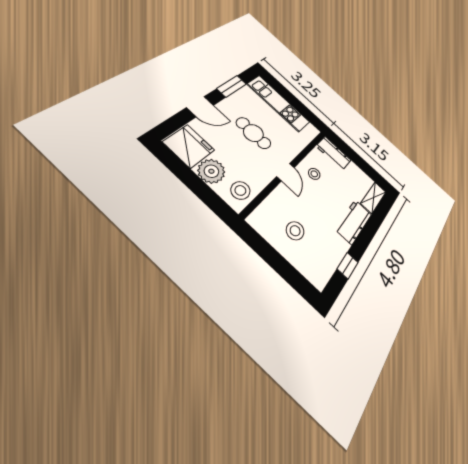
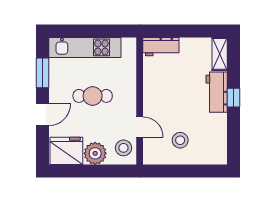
door: (286, 172) -> (140, 127), moved
stool: (314, 174) -> (160, 83), removed
window: (348, 266) -> (234, 98), moved

